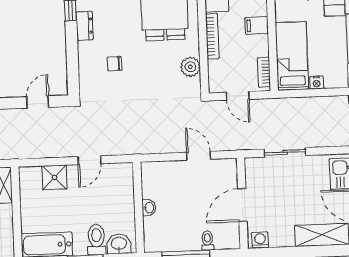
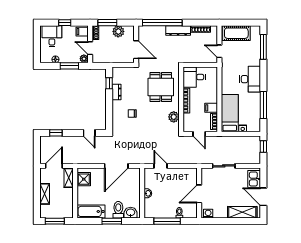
filing cabinet: (257, 25) -> (211, 108), moved
door: (38, 102) -> (89, 133), swing flipped
door: (199, 156) -> (161, 166), moved
door: (89, 160) -> (116, 166), width x1.87
shower: (54, 177) -> (84, 179), moved

